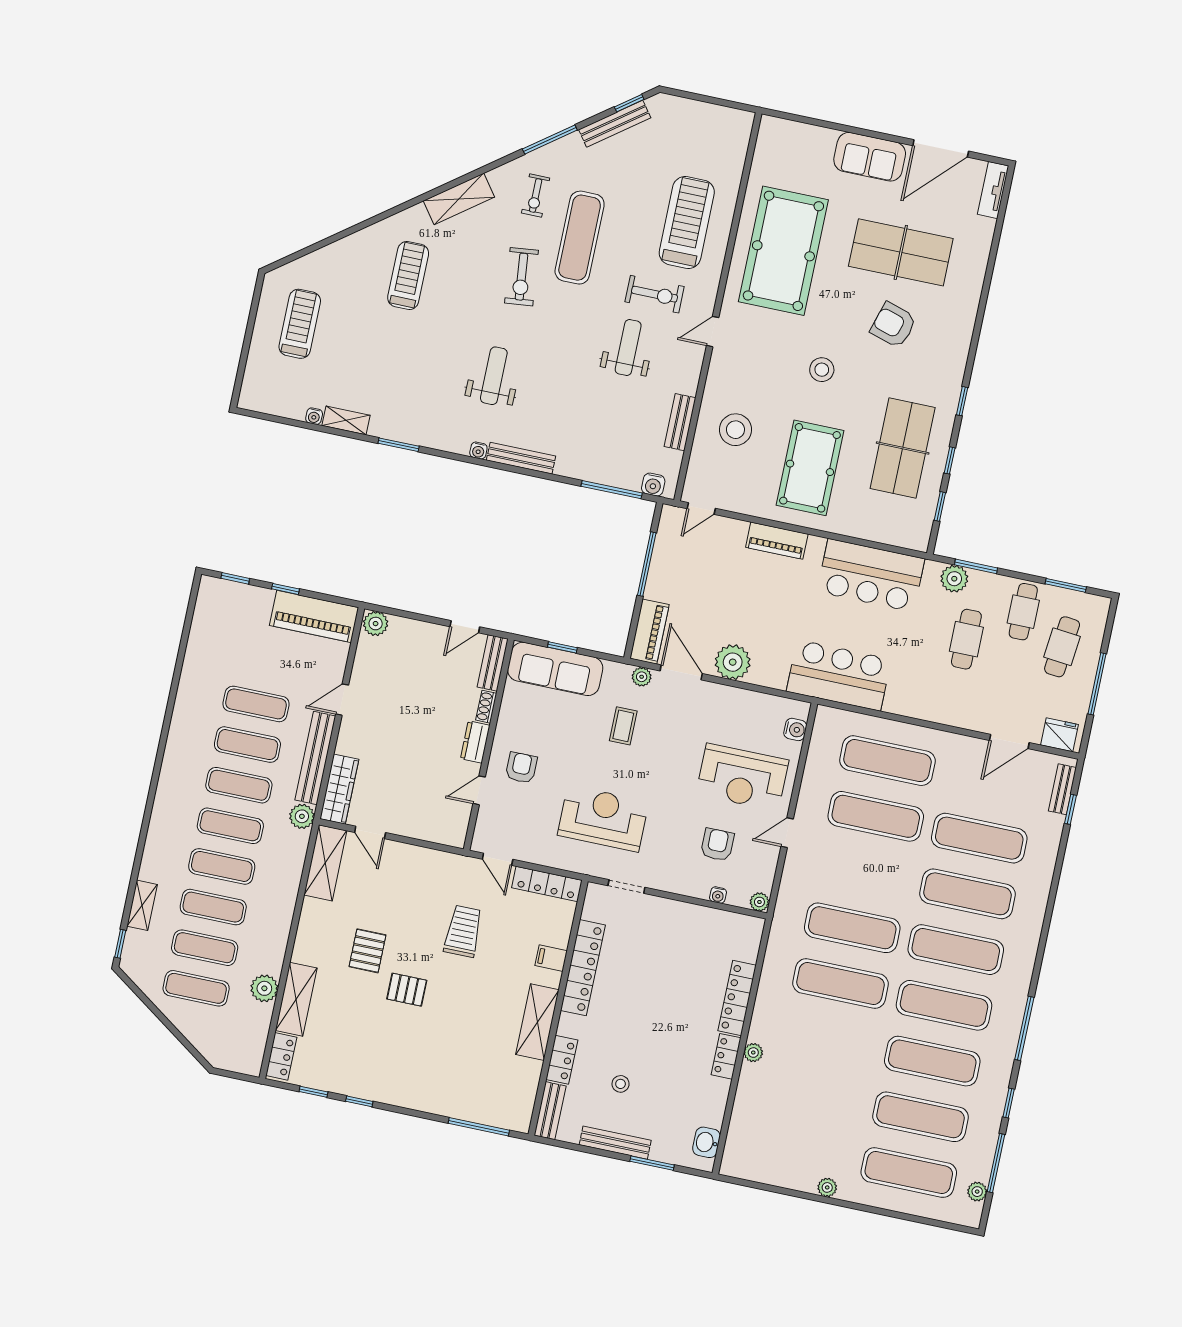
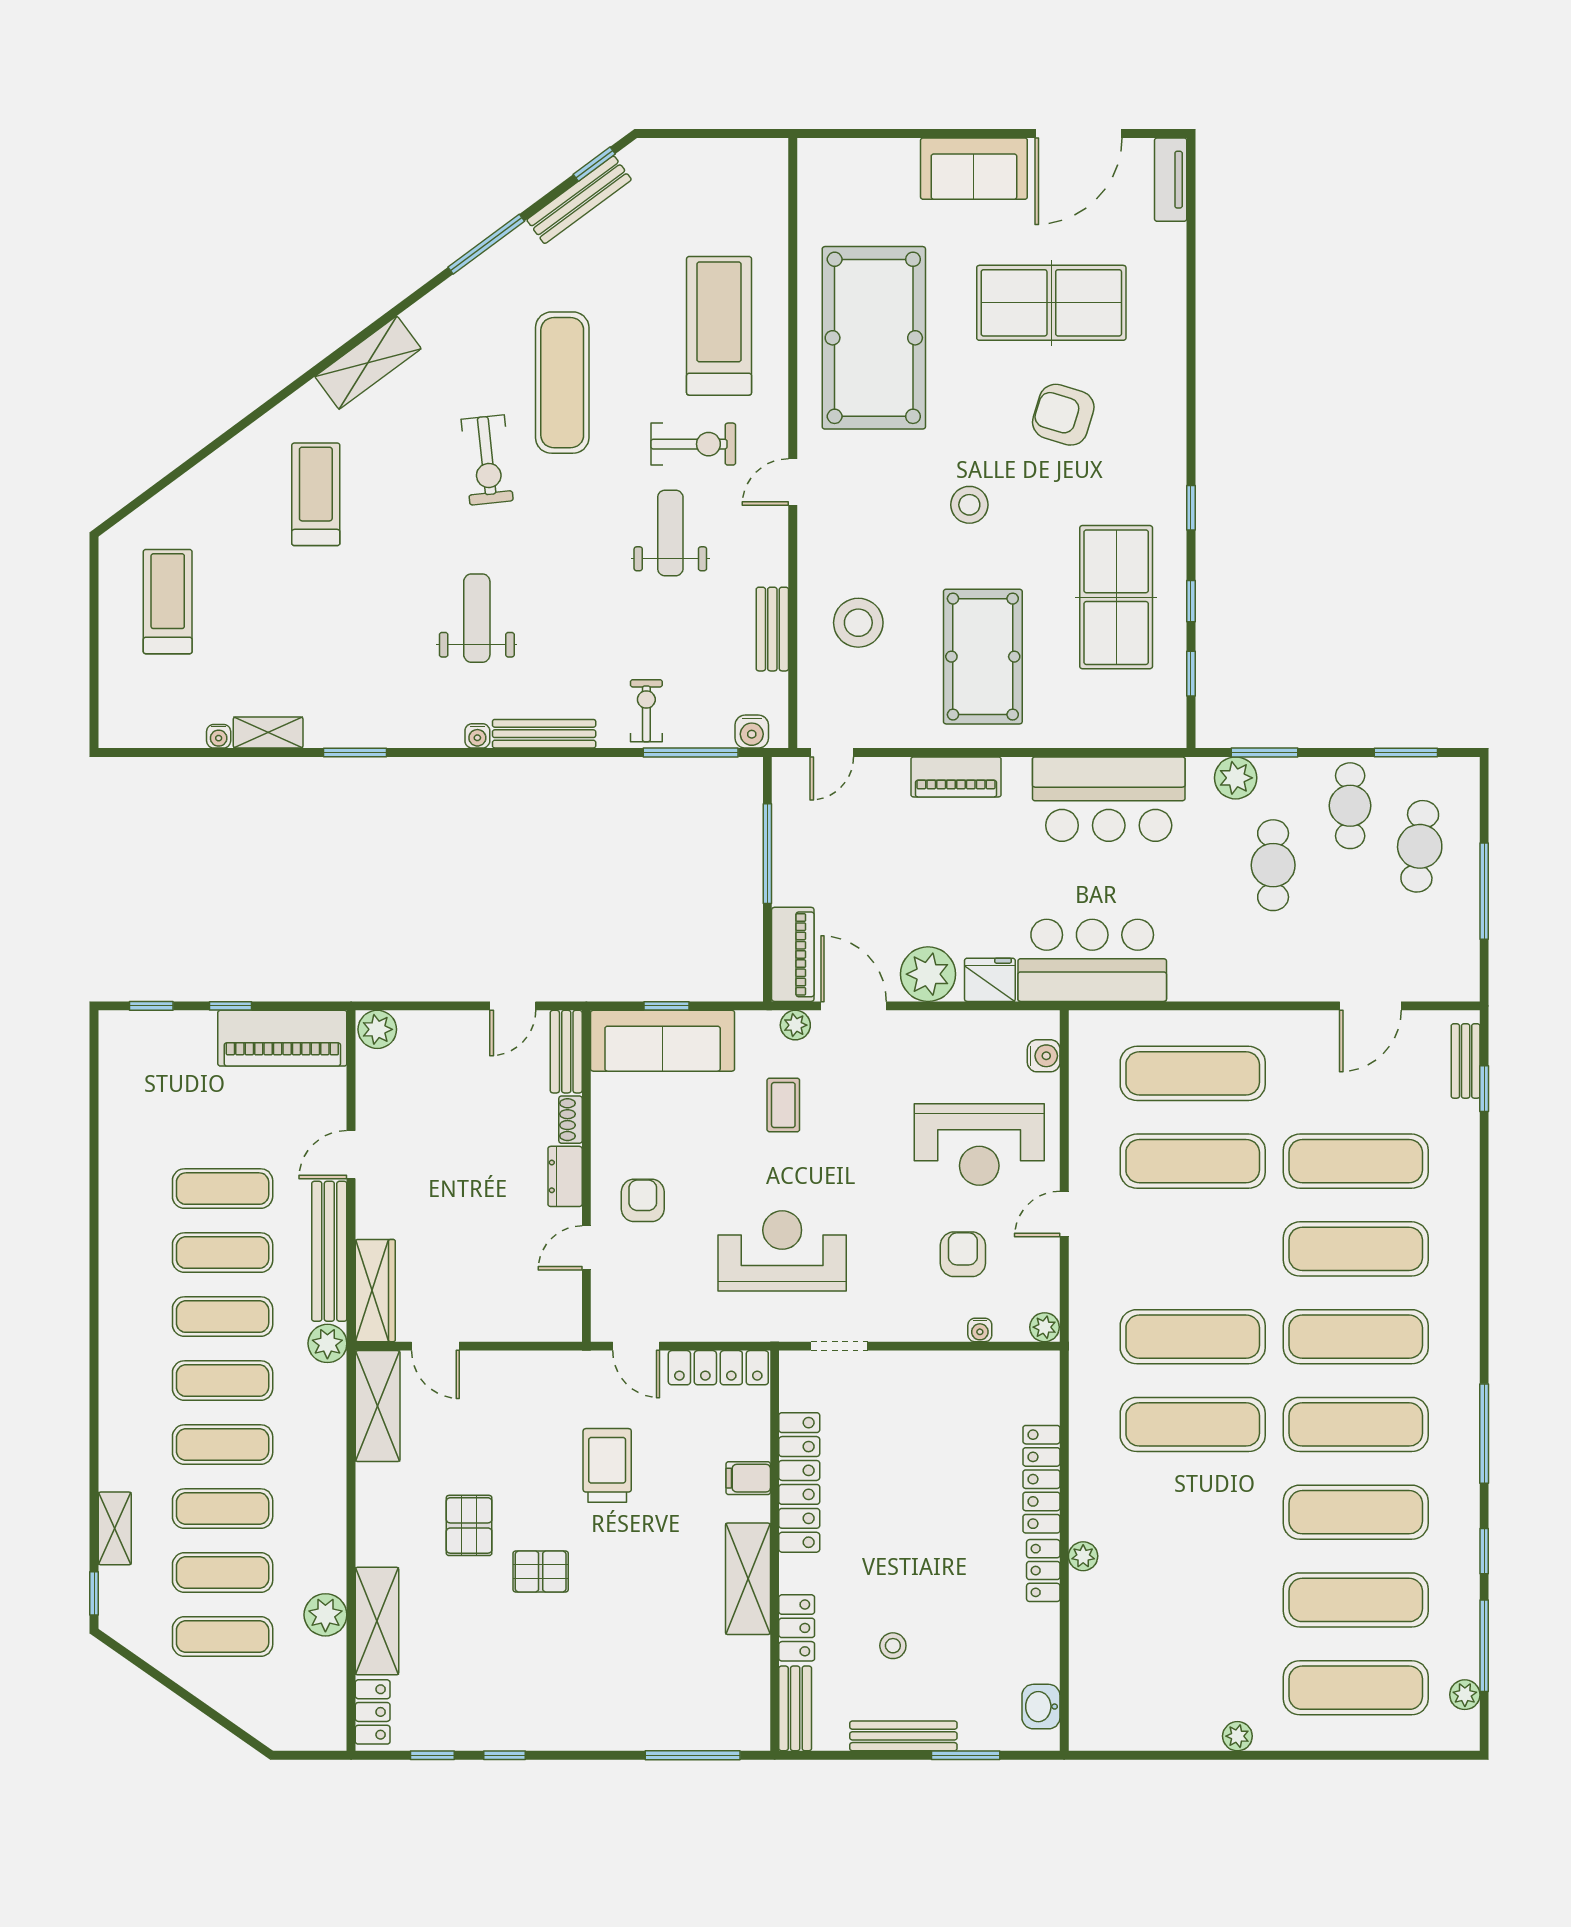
exercise bike: (536, 195) -> (646, 711), moved, turned 180
fridge: (1059, 735) -> (990, 980), moved

